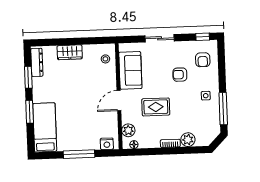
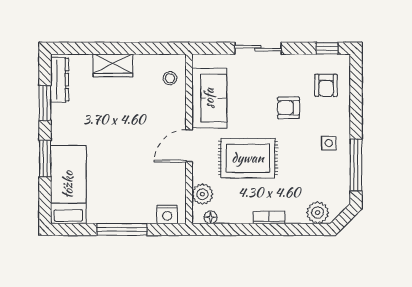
rug: (156, 107) -> (248, 158), width x1.36, depth x1.43
plant: (188, 140) -> (318, 213), moved

